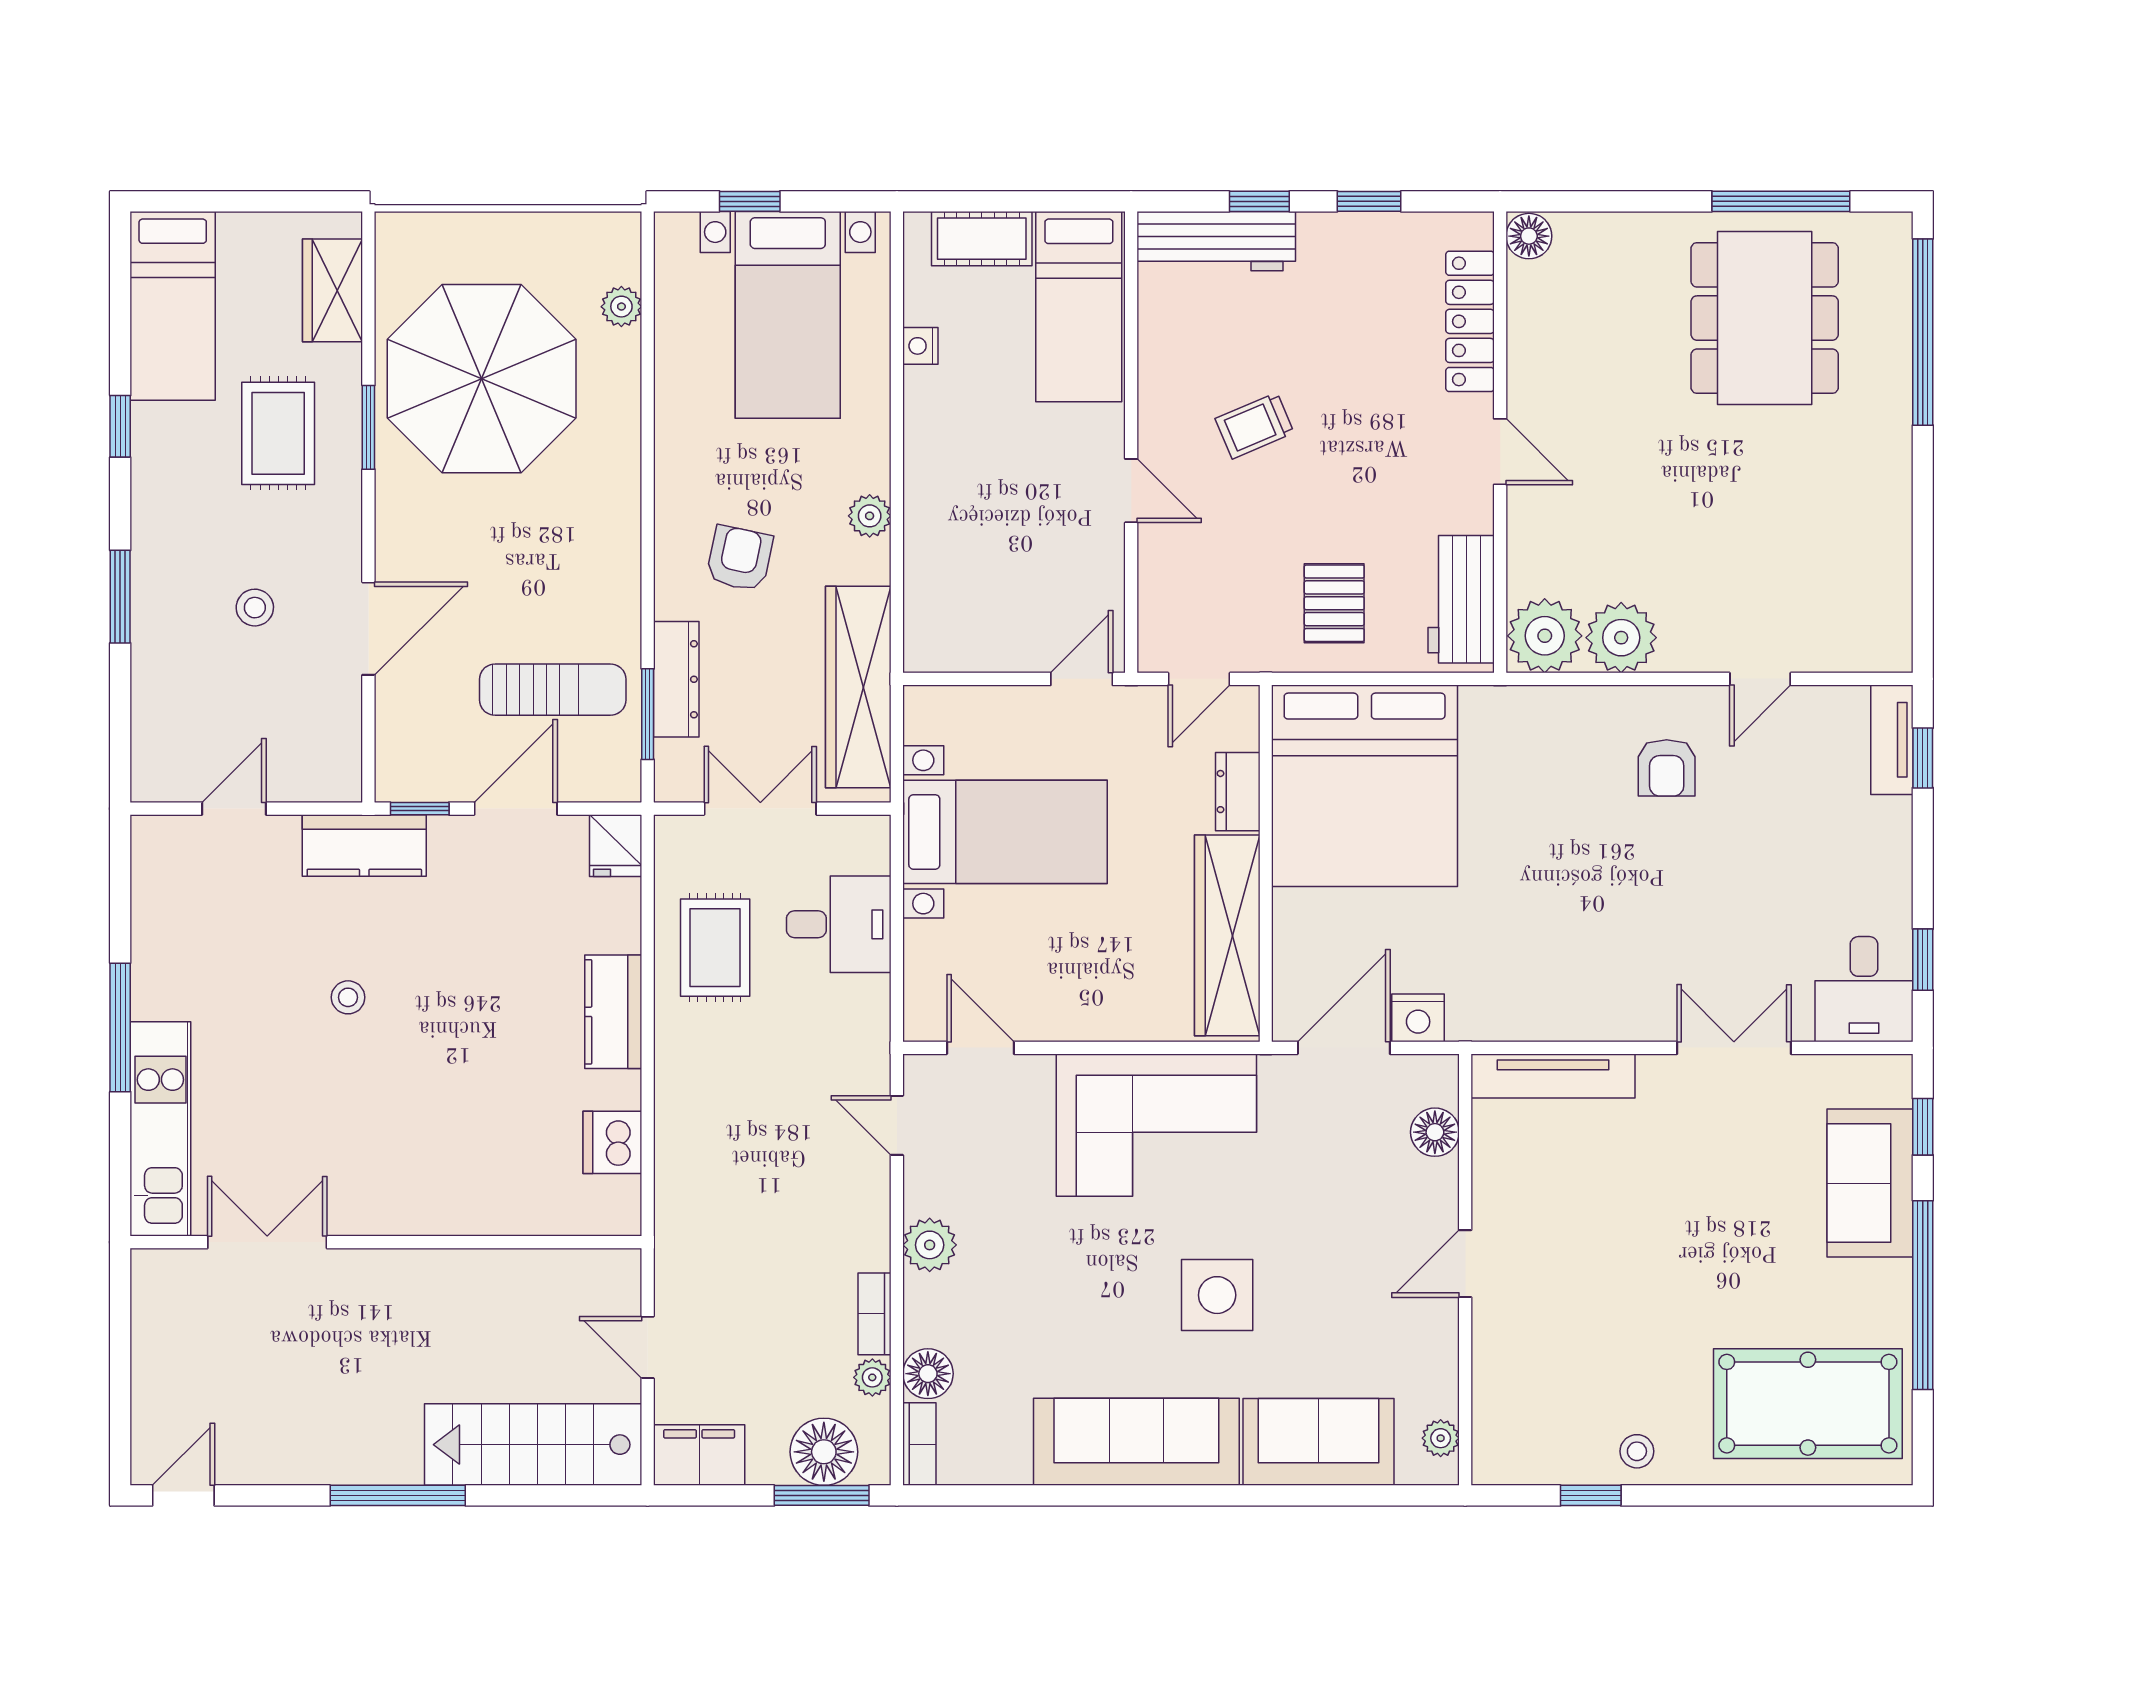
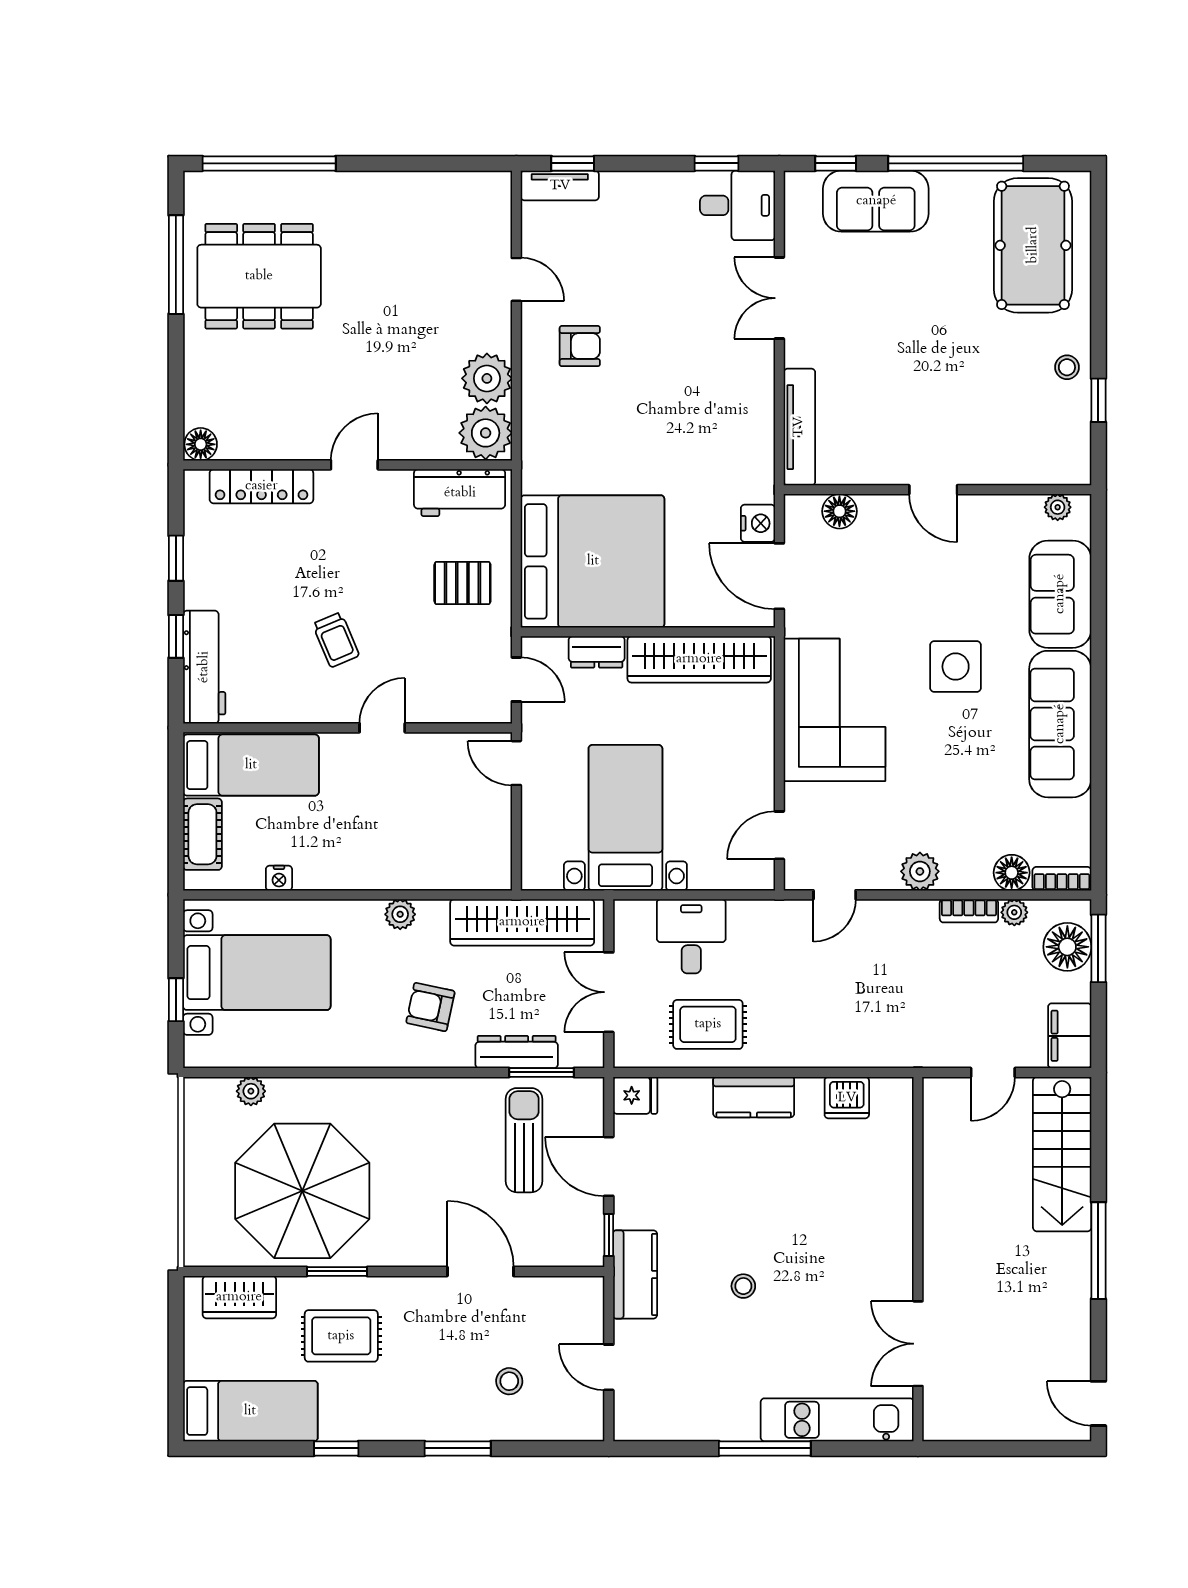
stool: (255, 608) -> (509, 1381), moved

